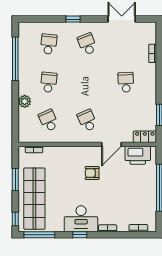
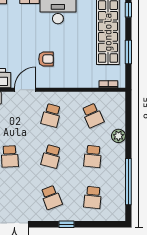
school desk: (87, 82) -> (51, 156), added
school desk: (87, 120) -> (51, 115), turned 39

